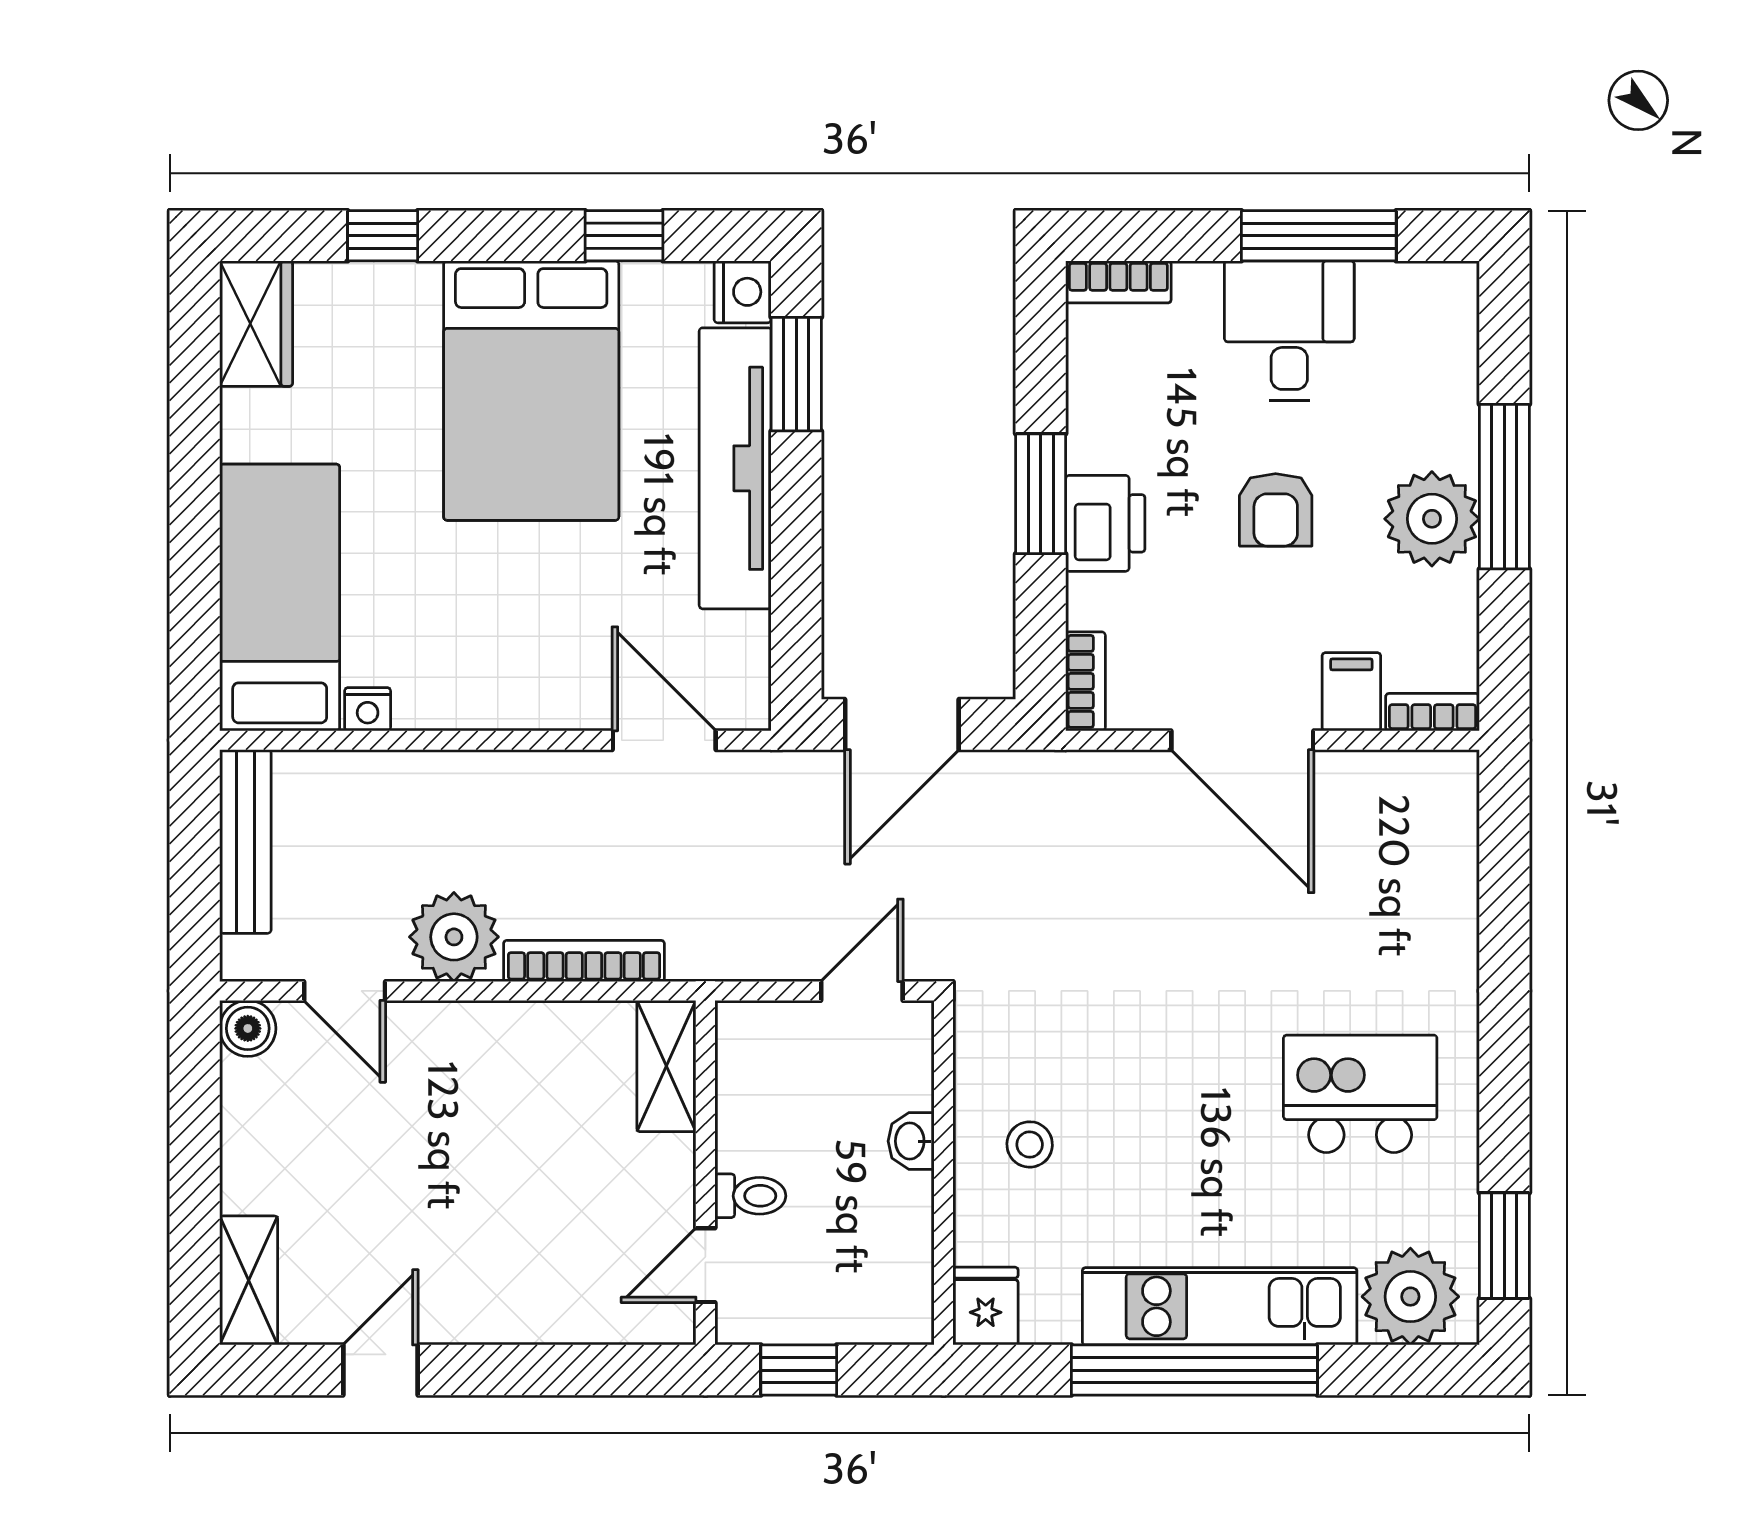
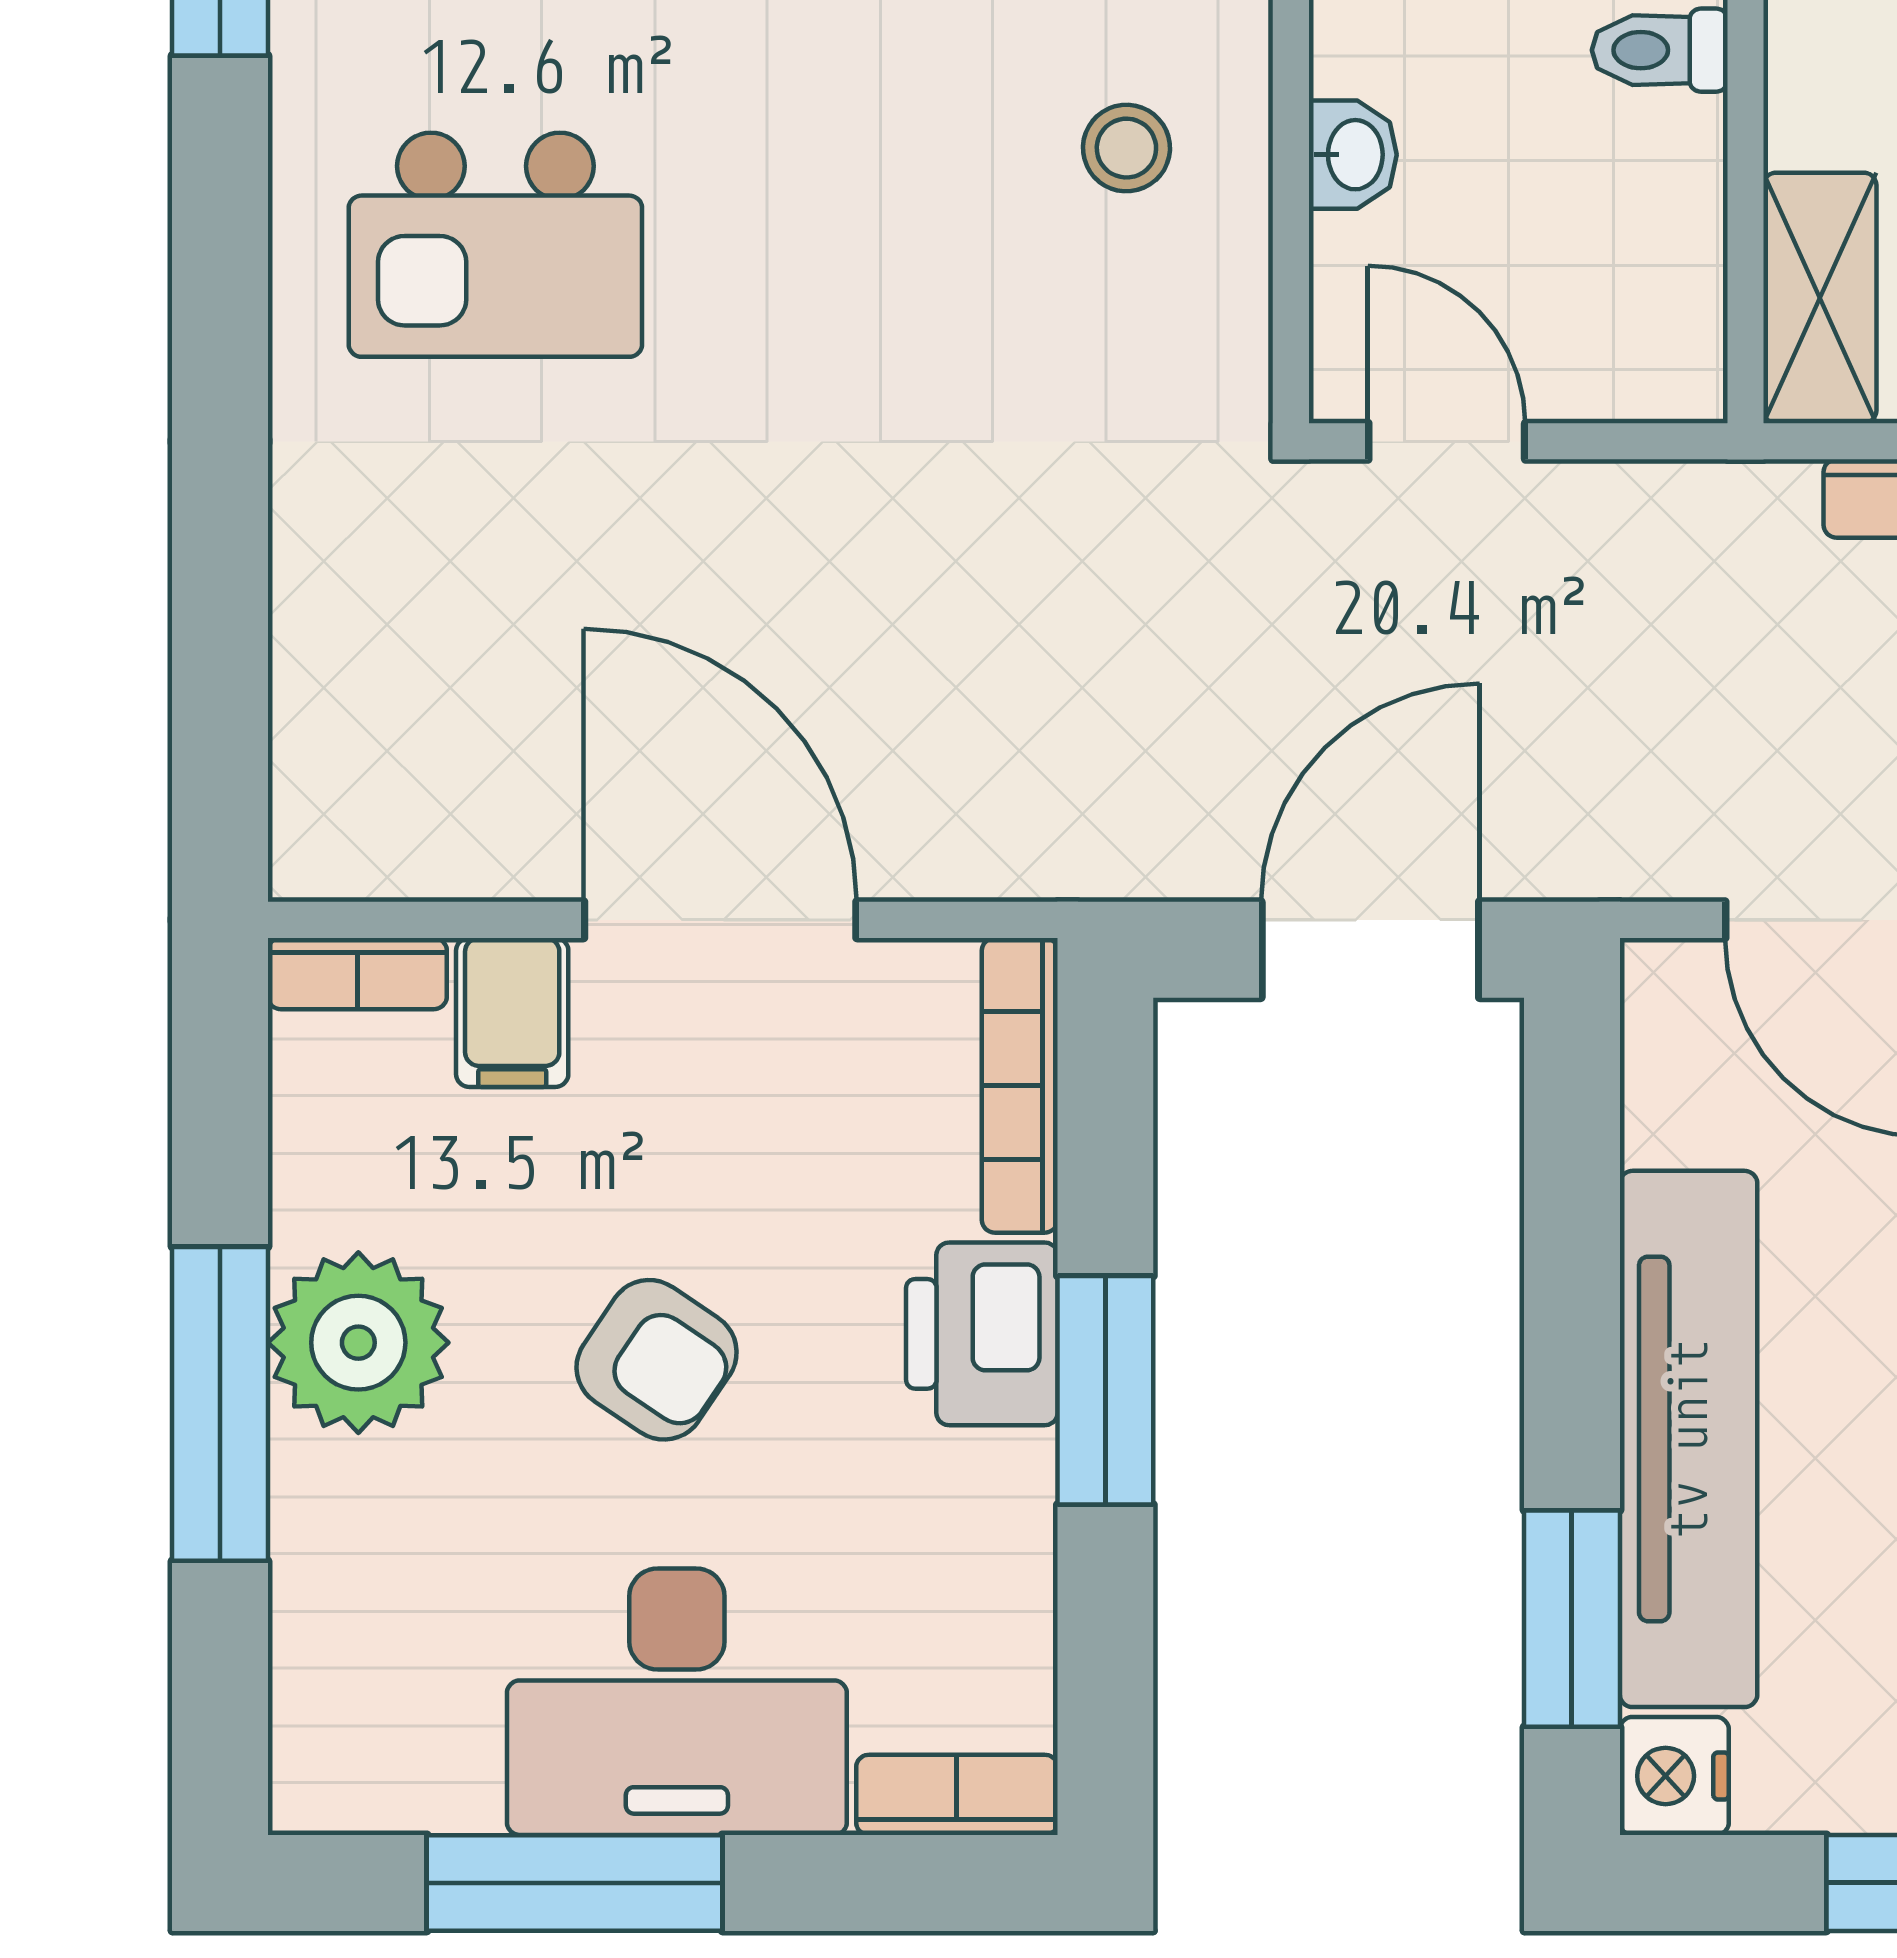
desk: (1289, 331) -> (677, 1702), width x1.37
armchair: (1276, 510) -> (657, 1360), turned 124
bookcase: (1086, 681) -> (1020, 1085), width x1.56
door: (862, 991) -> (1447, 441), swing flipped

